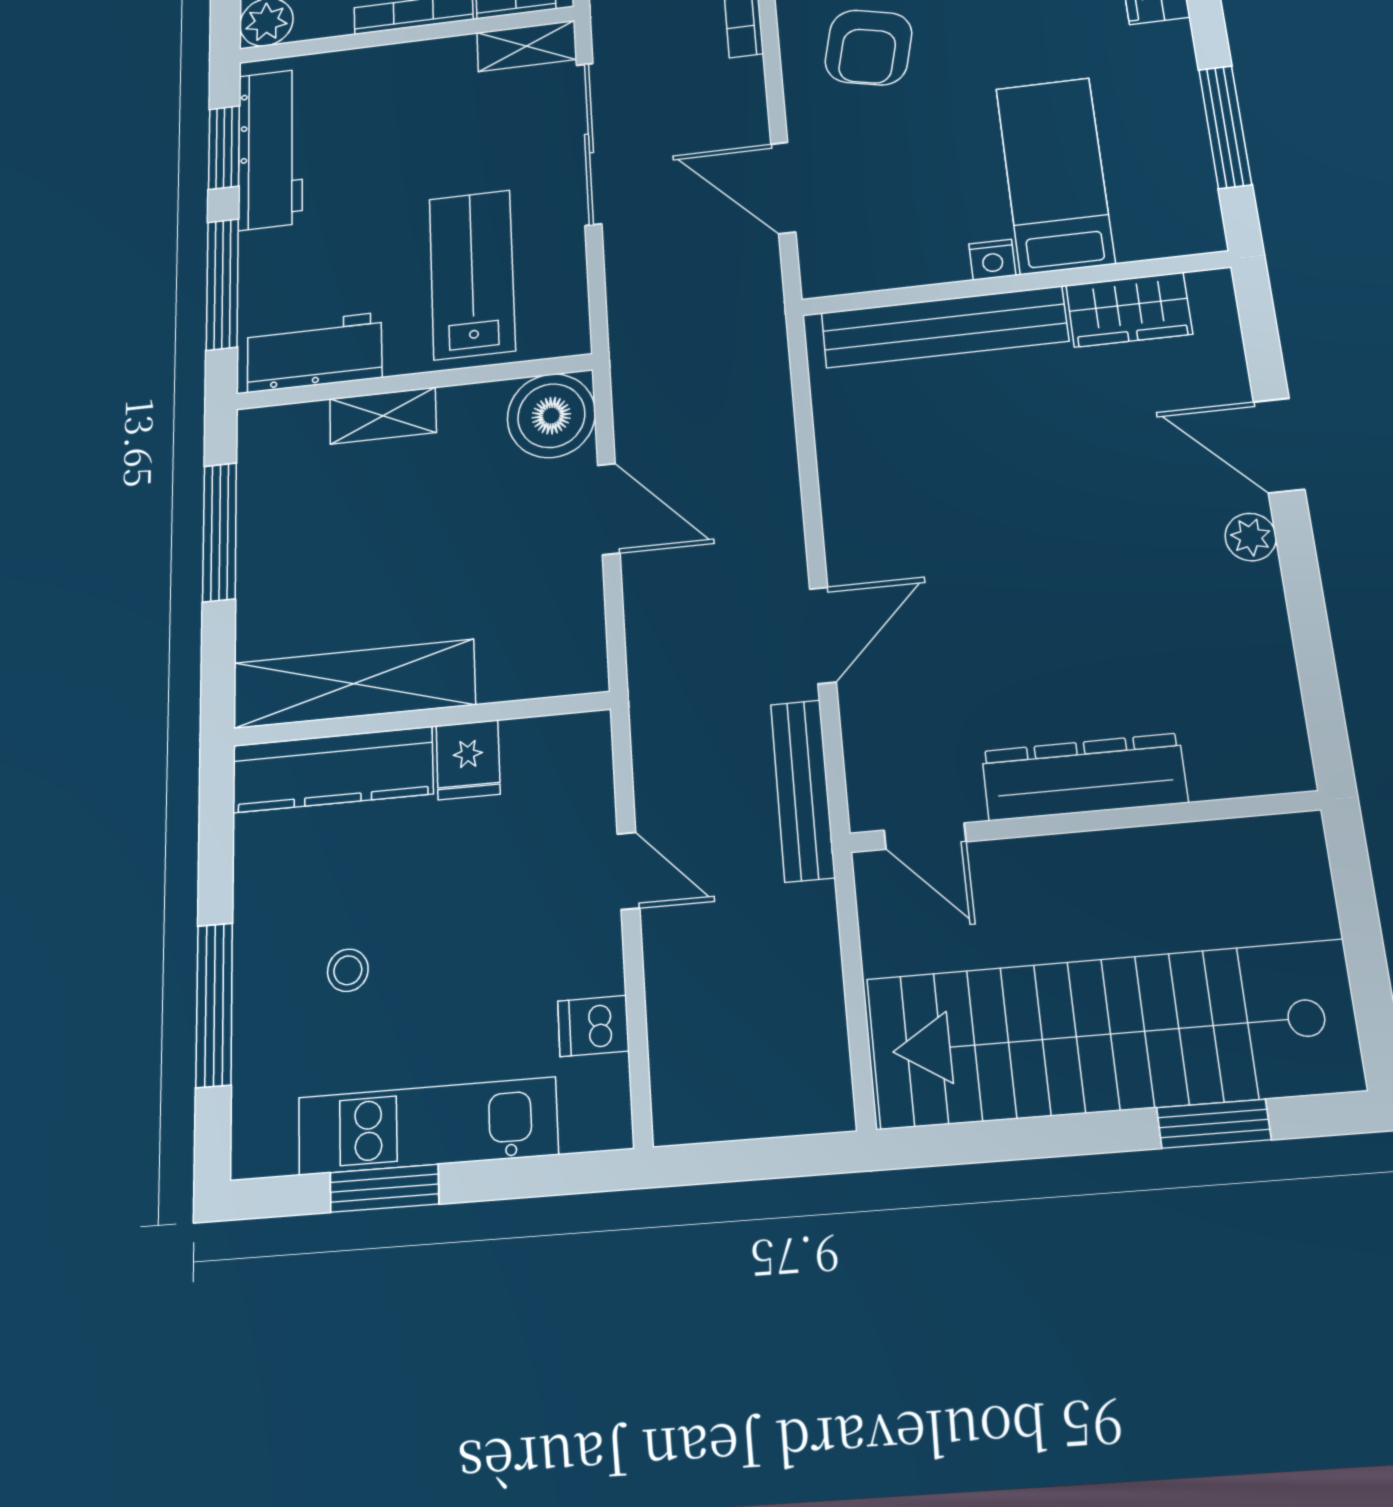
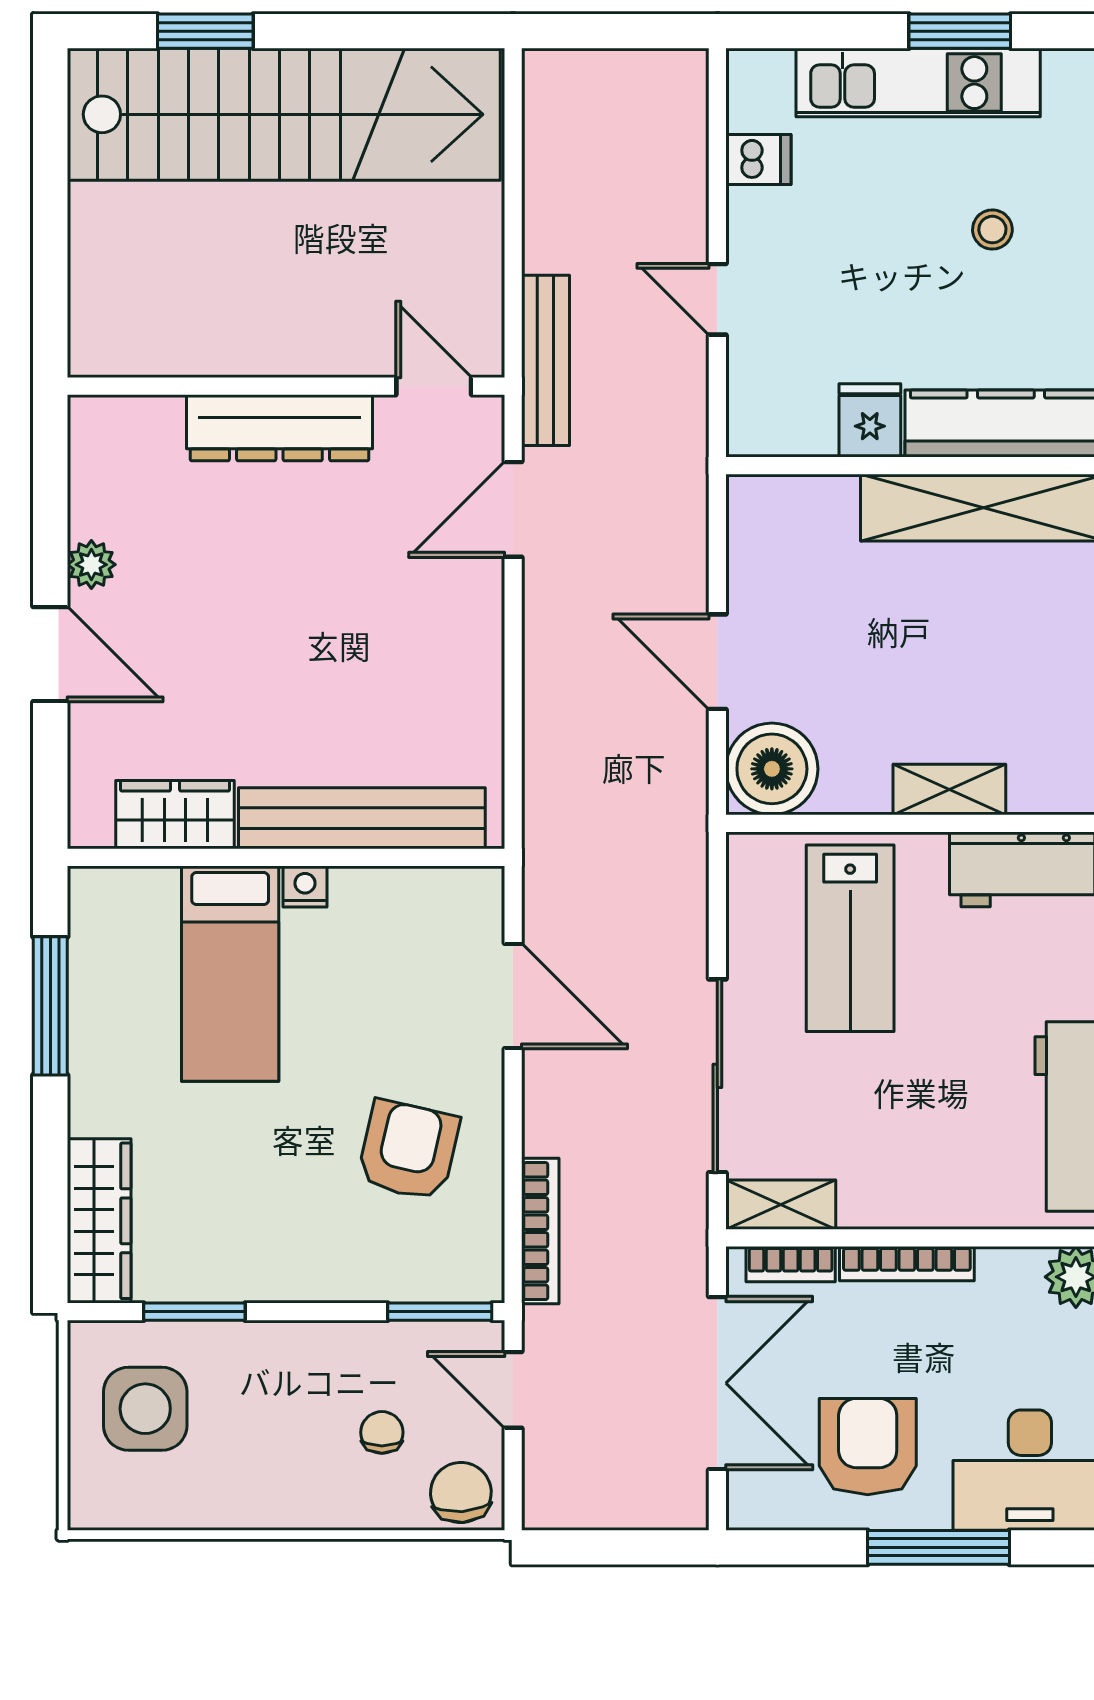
dresser: (1084, 777) -> (279, 428), moved
wall: (1083, 822) -> (286, 386), moved
door: (925, 836) -> (434, 386), moved

